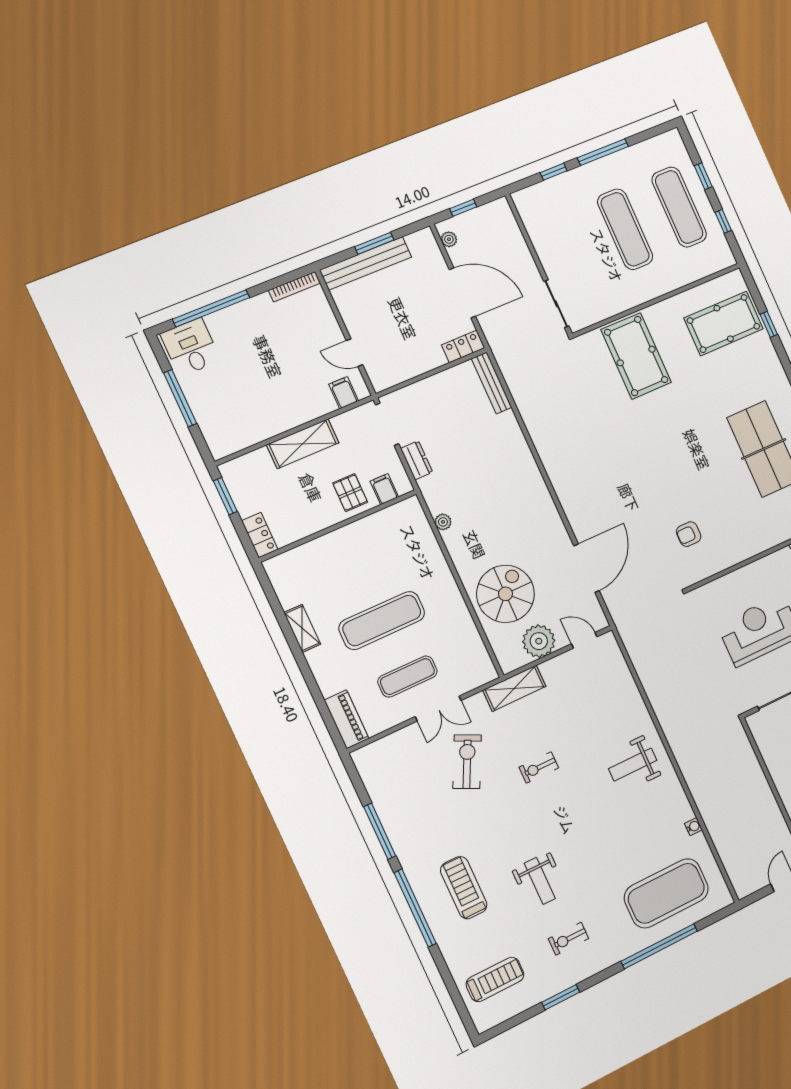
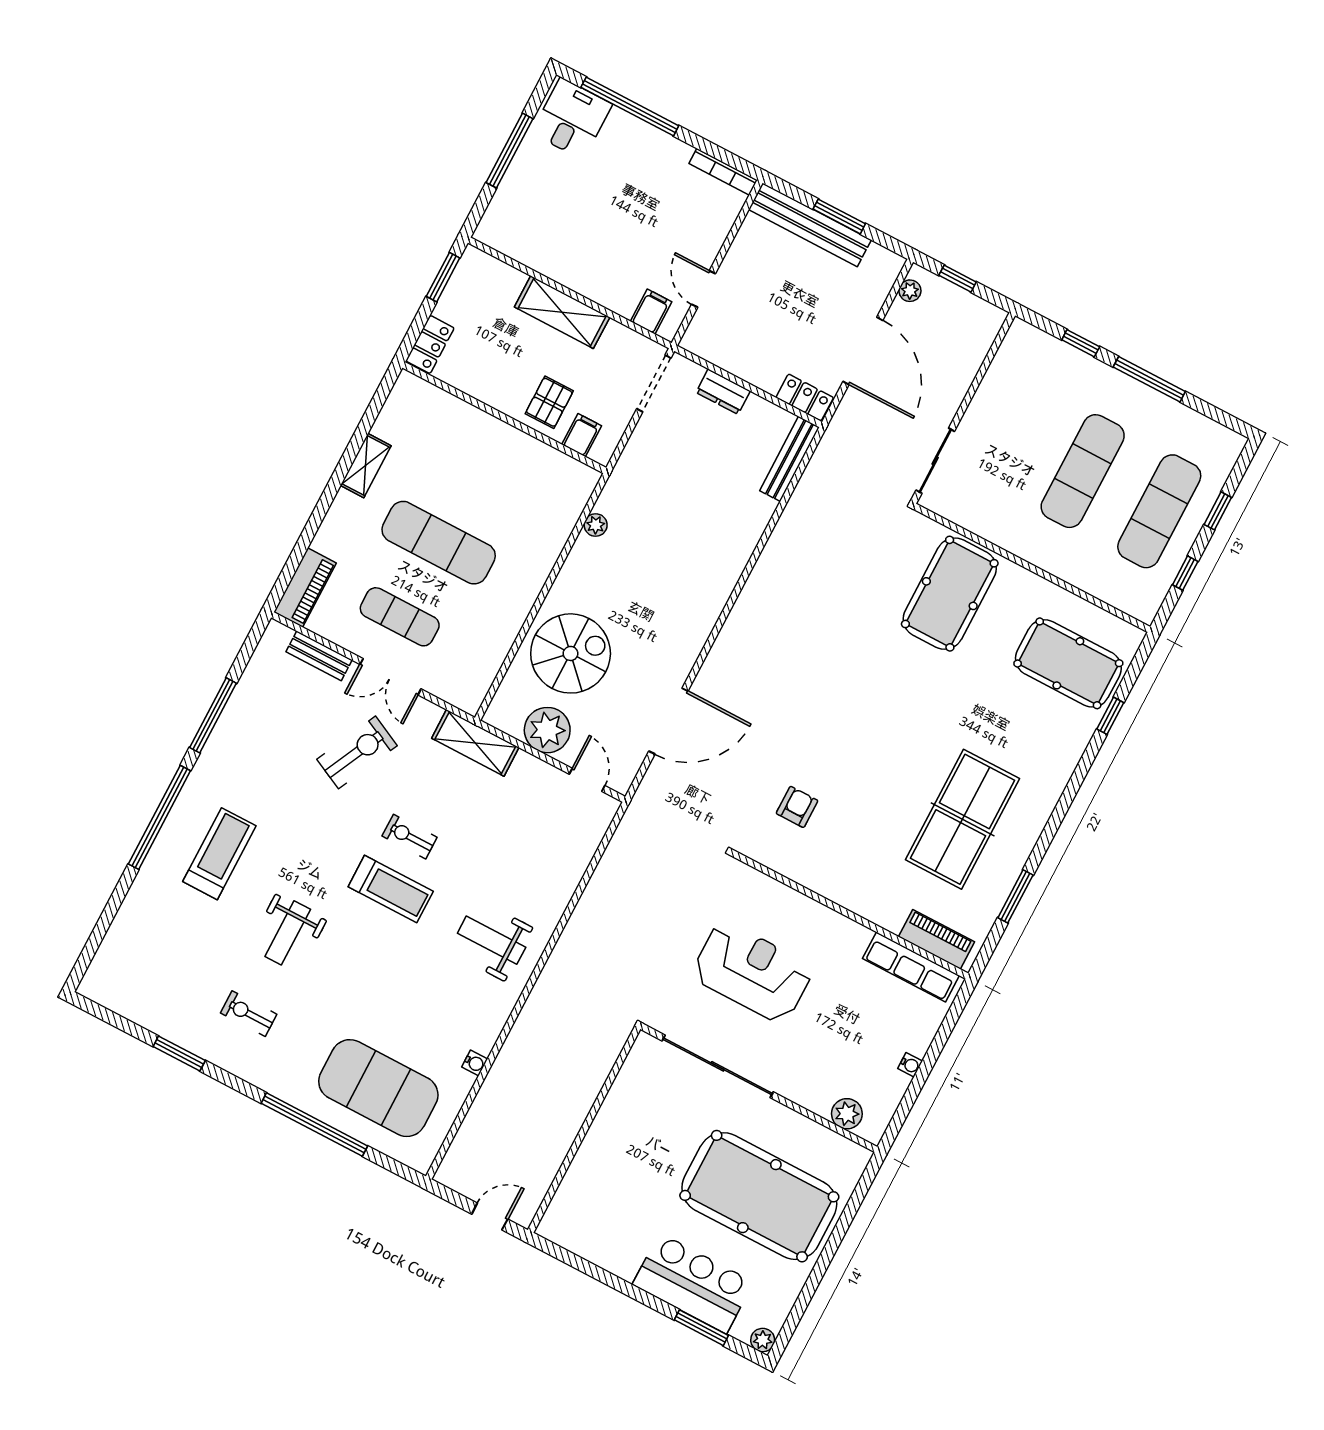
dresser: (417, 460) -> (723, 392), moved, turned 90
armchair: (689, 534) -> (797, 807), turned 90
bench: (393, 742) -> (319, 656), added
treadmill: (495, 979) -> (391, 889), moved

